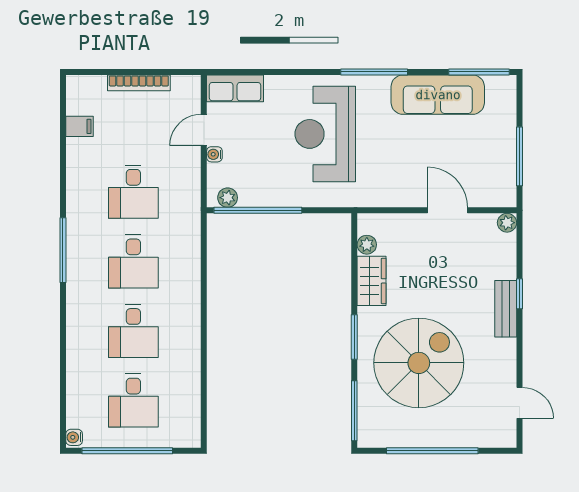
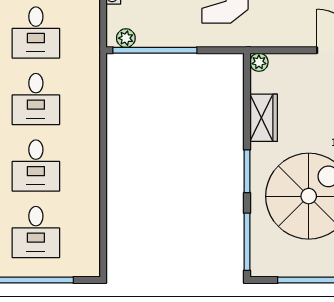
plant: (367, 245) -> (259, 62), moved

